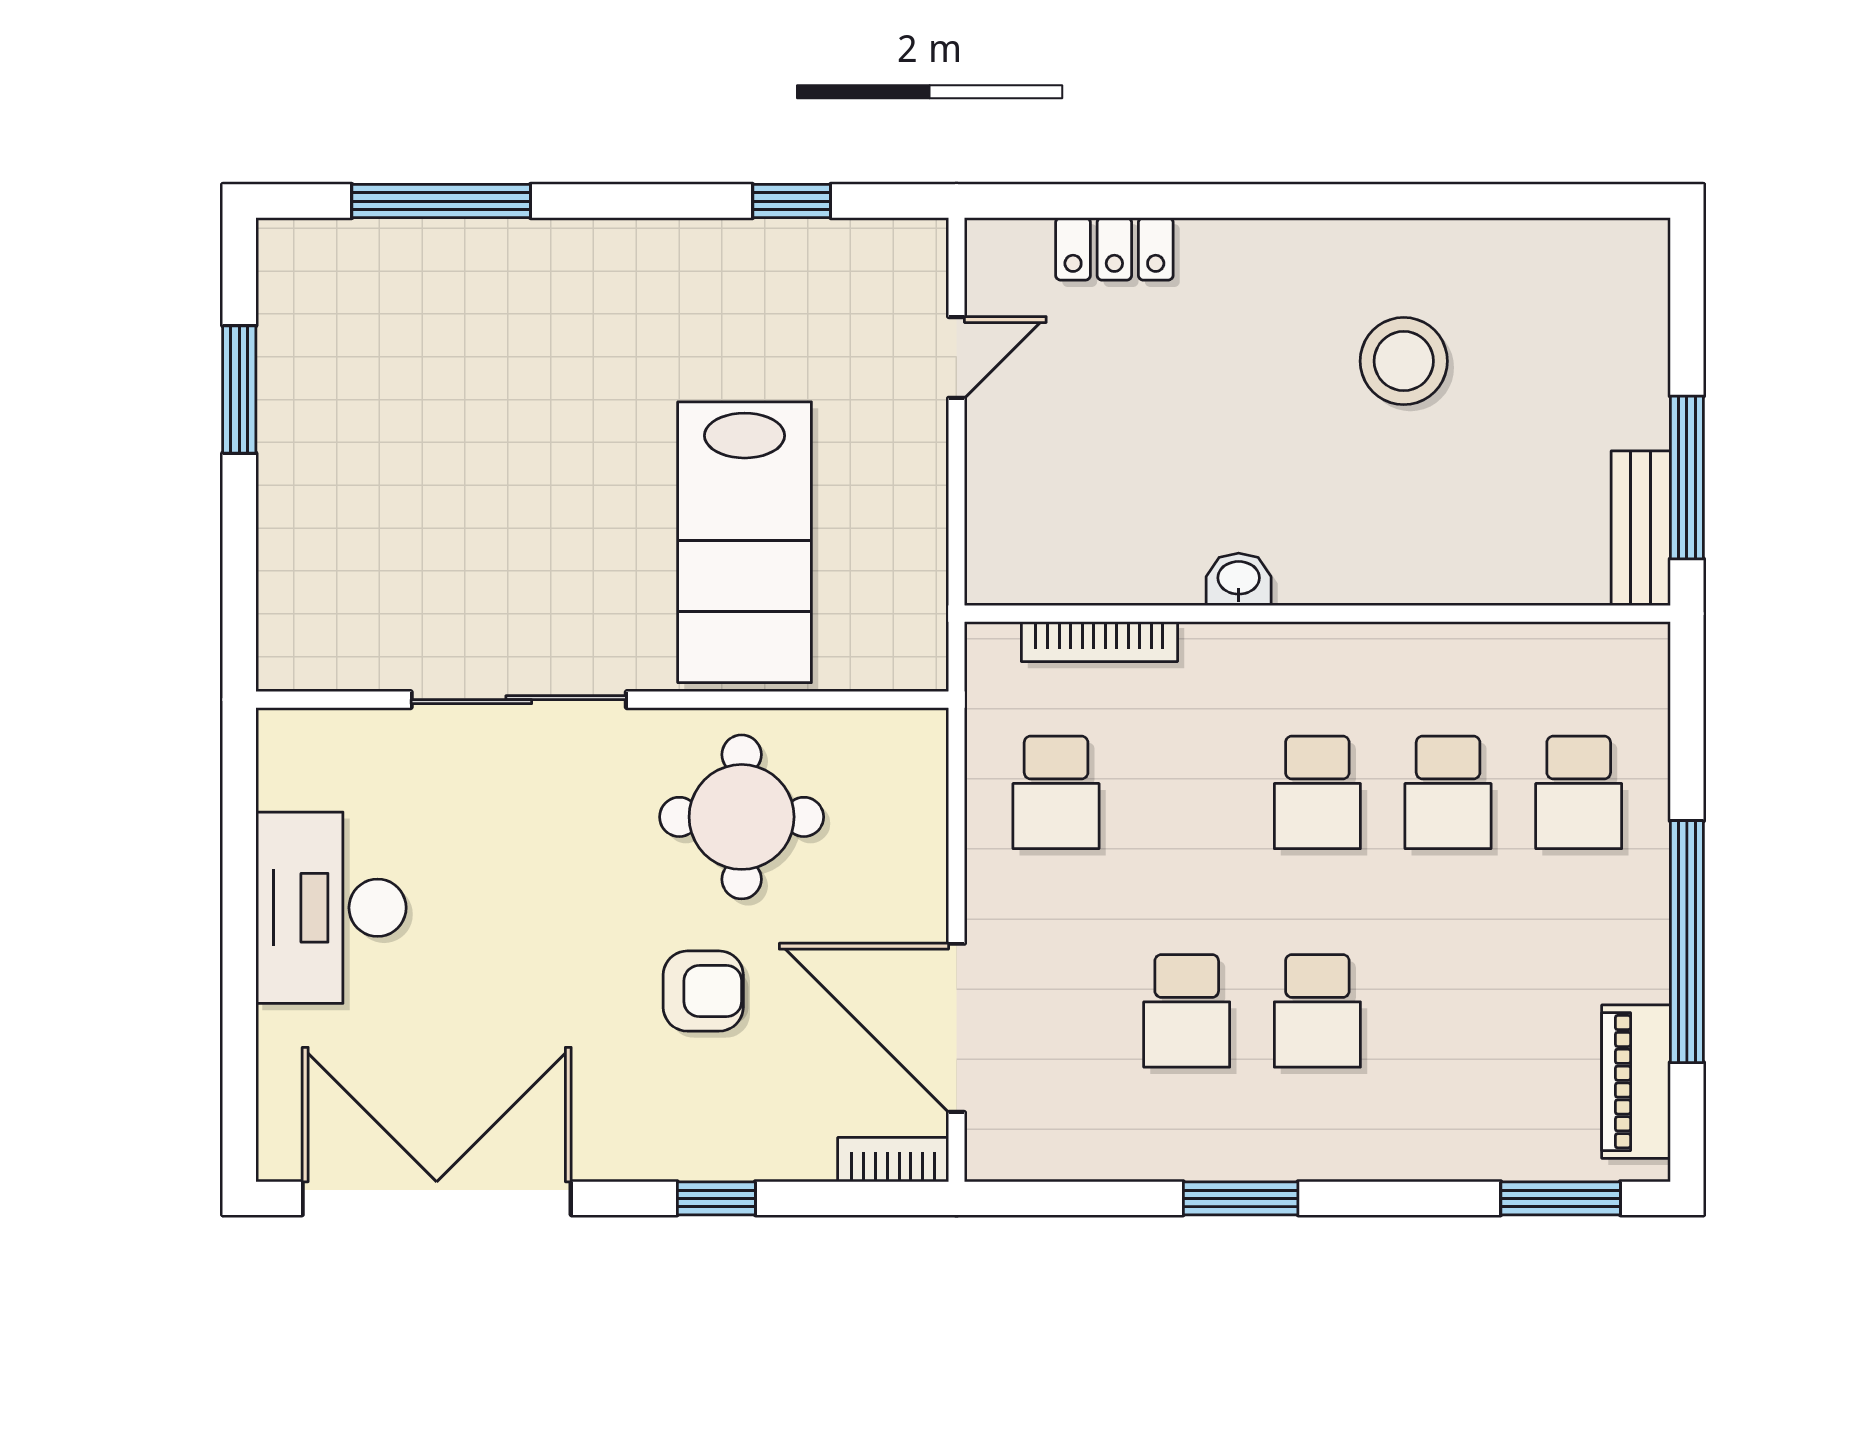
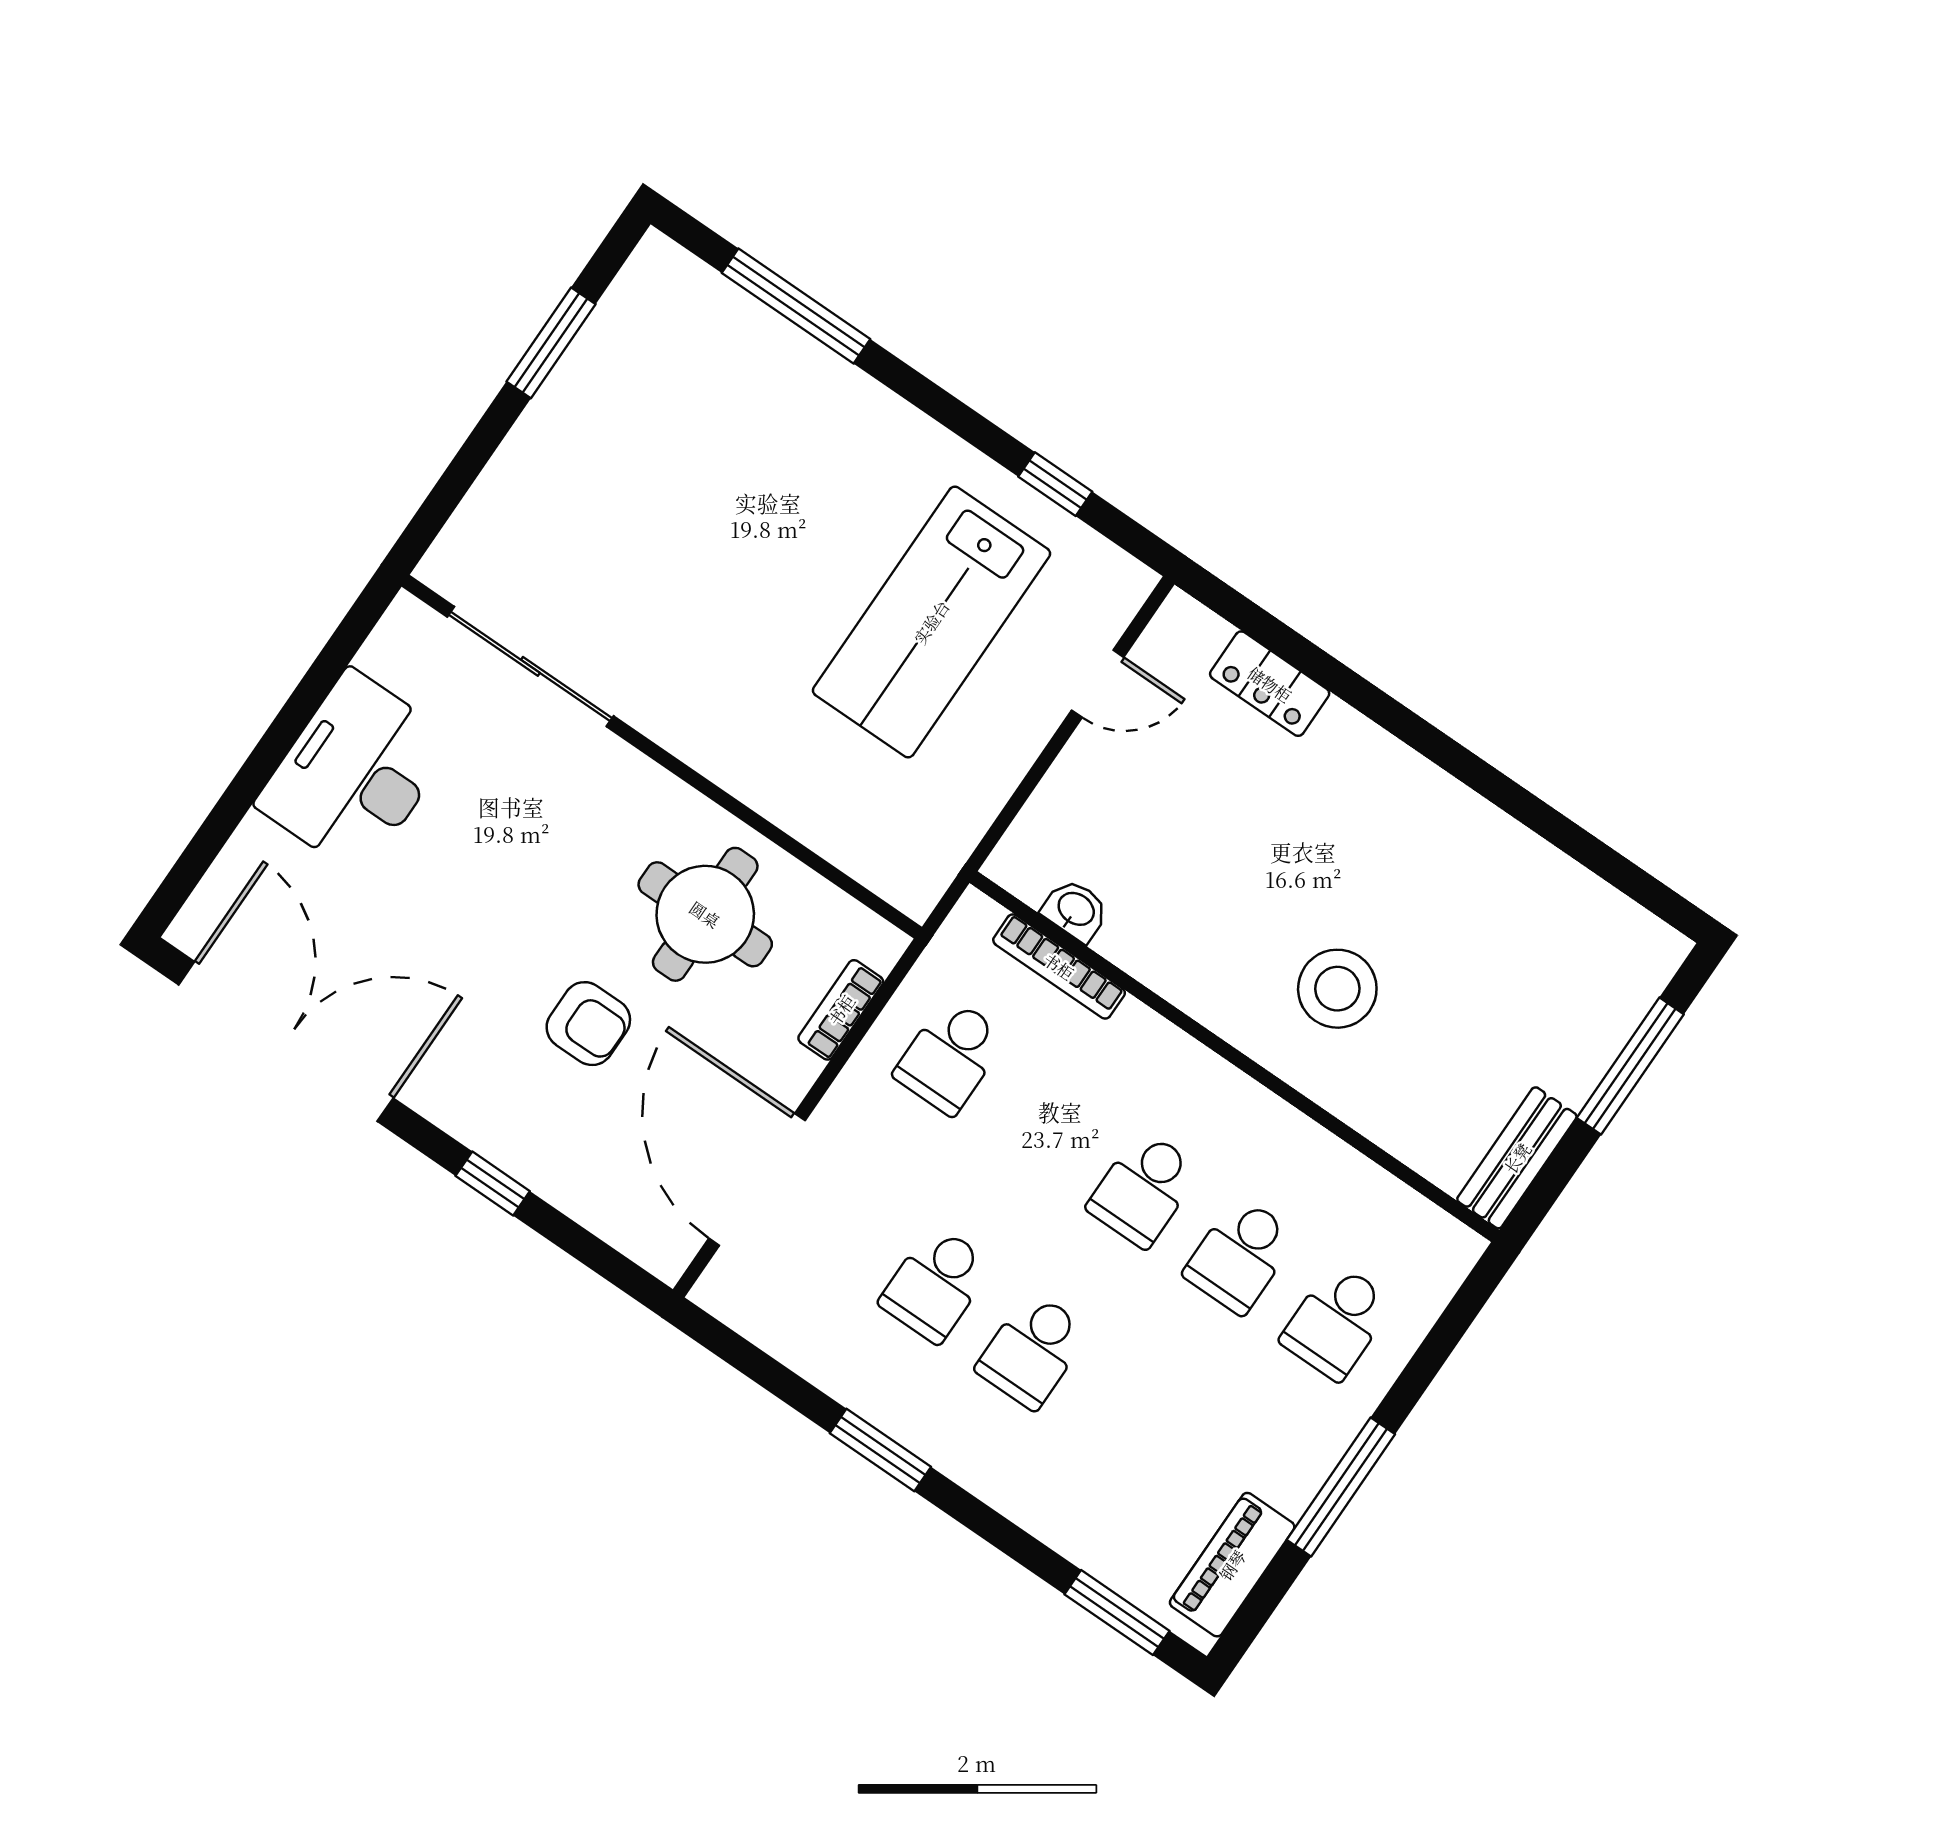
stool: (1404, 361) -> (1337, 989), moved
window: (1687, 477) -> (1630, 1066), moved
lab bench: (745, 542) -> (931, 622), moved
washbasin: (1239, 579) -> (1075, 910), moved
sliding door: (519, 700) -> (530, 666), moved
window: (1687, 942) -> (1341, 1487), width x0.68
bookcase: (893, 1160) -> (841, 1010), moved, turned -90

